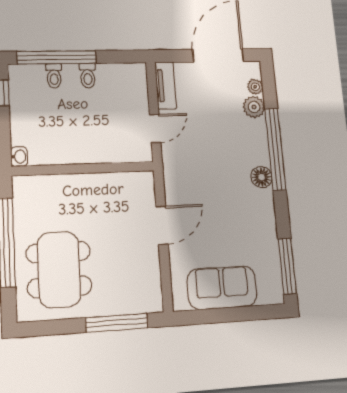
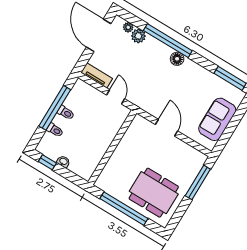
window: (57, 57) -> (55, 108), moved
washbasin: (19, 157) -> (63, 162), moved

